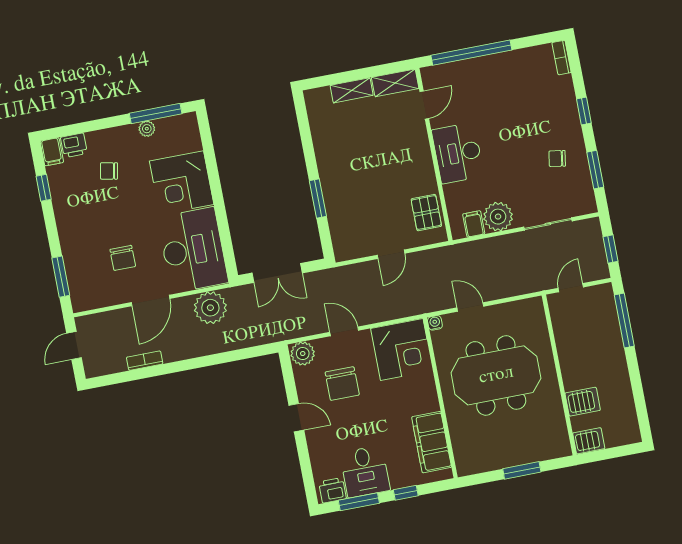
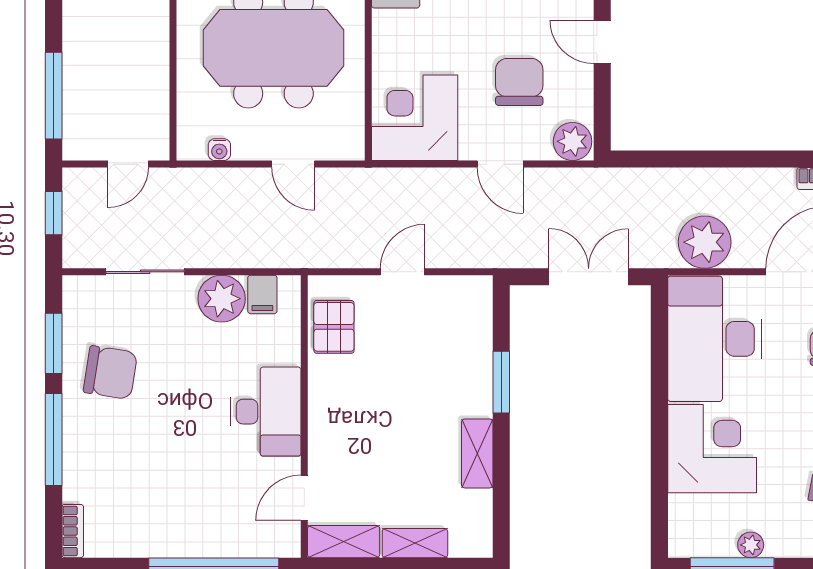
window: (584, 111) -> (54, 439), width x2.17
shelving: (324, 152) -> (477, 453), added
chair: (557, 159) -> (110, 373), width x1.87, depth x1.87
water cooler: (435, 323) -> (219, 150), moved

